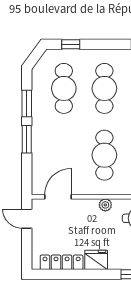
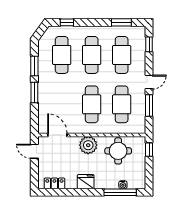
door: (58, 197) -> (57, 135), hinge flipped
plant: (105, 205) -> (88, 145), width x1.87, depth x1.87
locker: (62, 262) -> (54, 183), width x0.66

